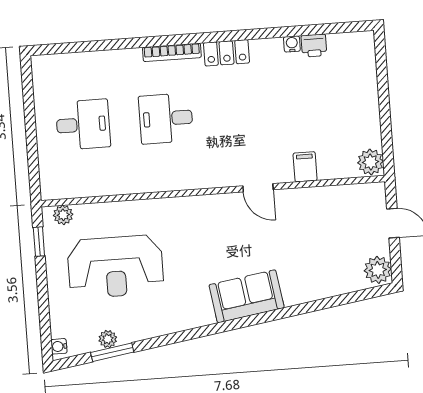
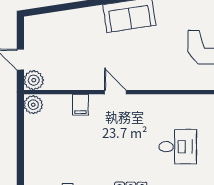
plant: (378, 270) -> (34, 80), moved

